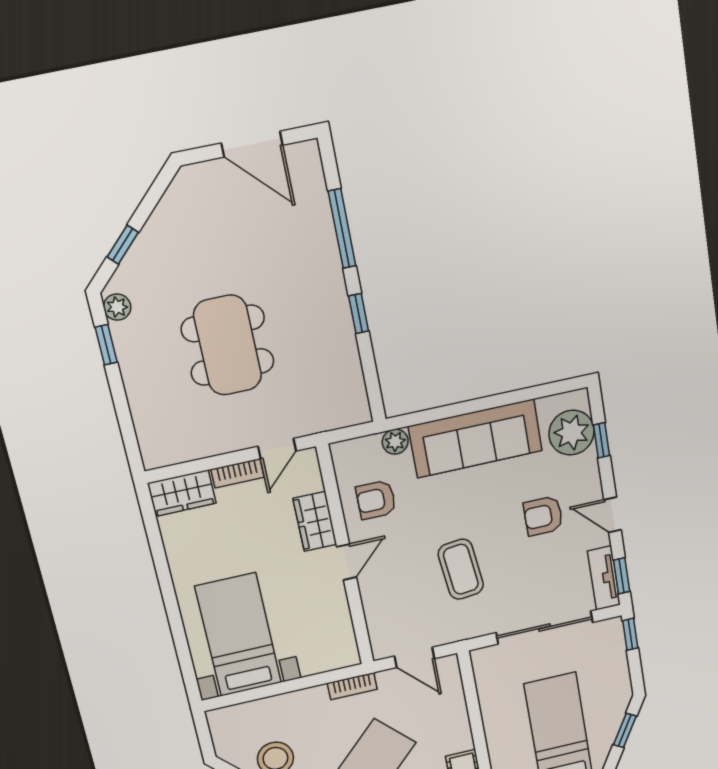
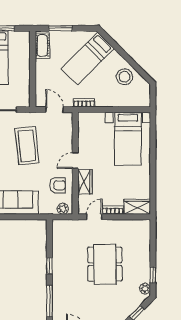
plant: (395, 442) -> (63, 209), moved
coffee table: (461, 569) -> (27, 146), width x1.36, depth x1.32

